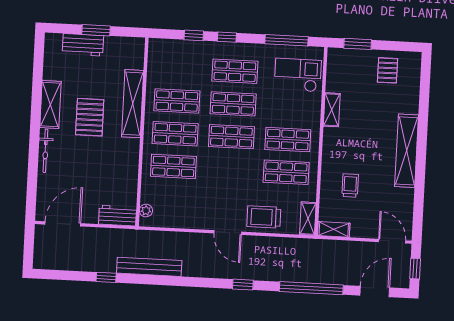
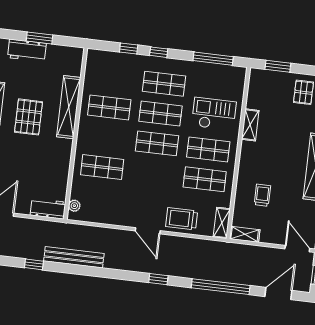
checkout: (298, 75) -> (214, 114), moved
shop shelf: (175, 134) -> (106, 137), removed

